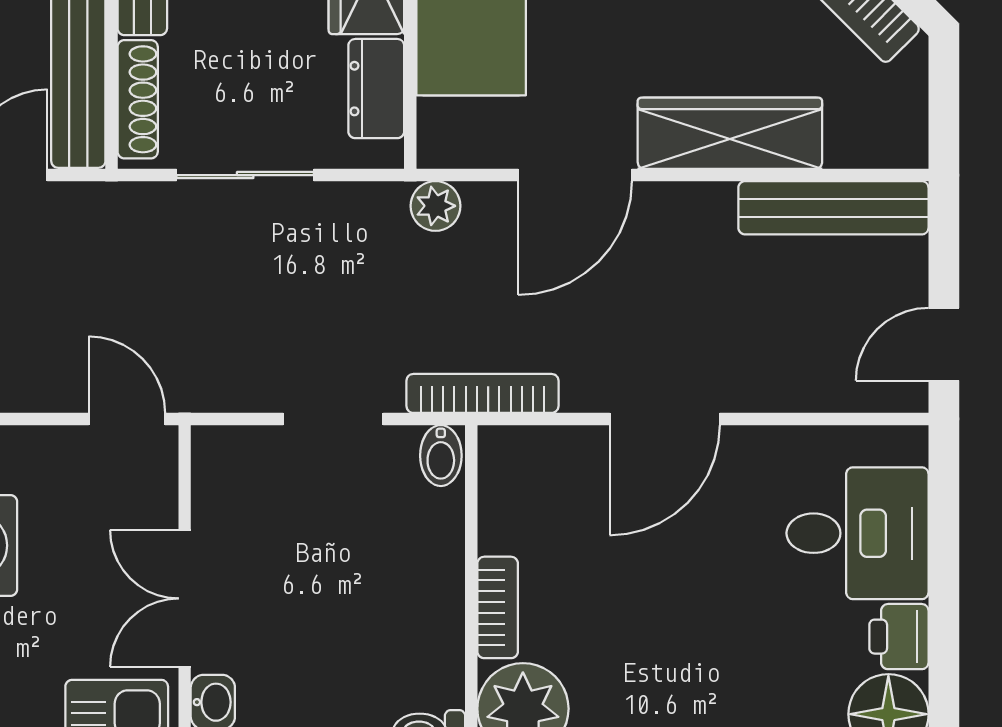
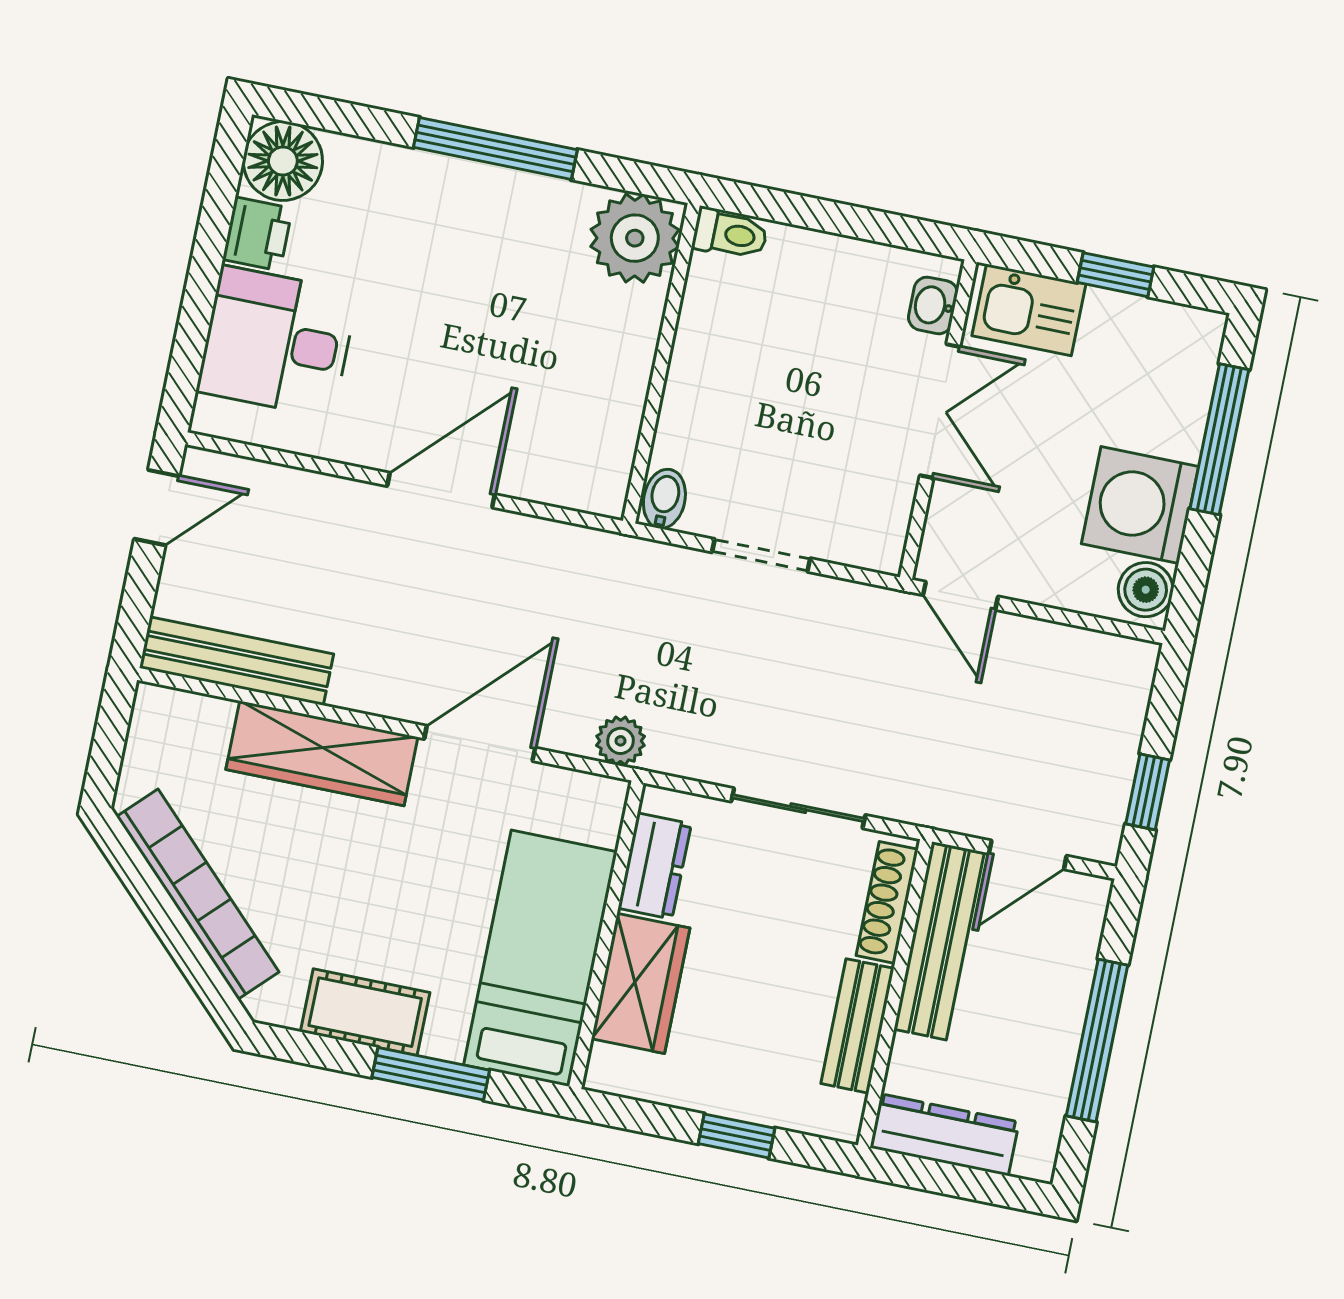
bookcase: (482, 393) -> (612, 551), removed
bookcase: (498, 607) -> (639, 341), removed

